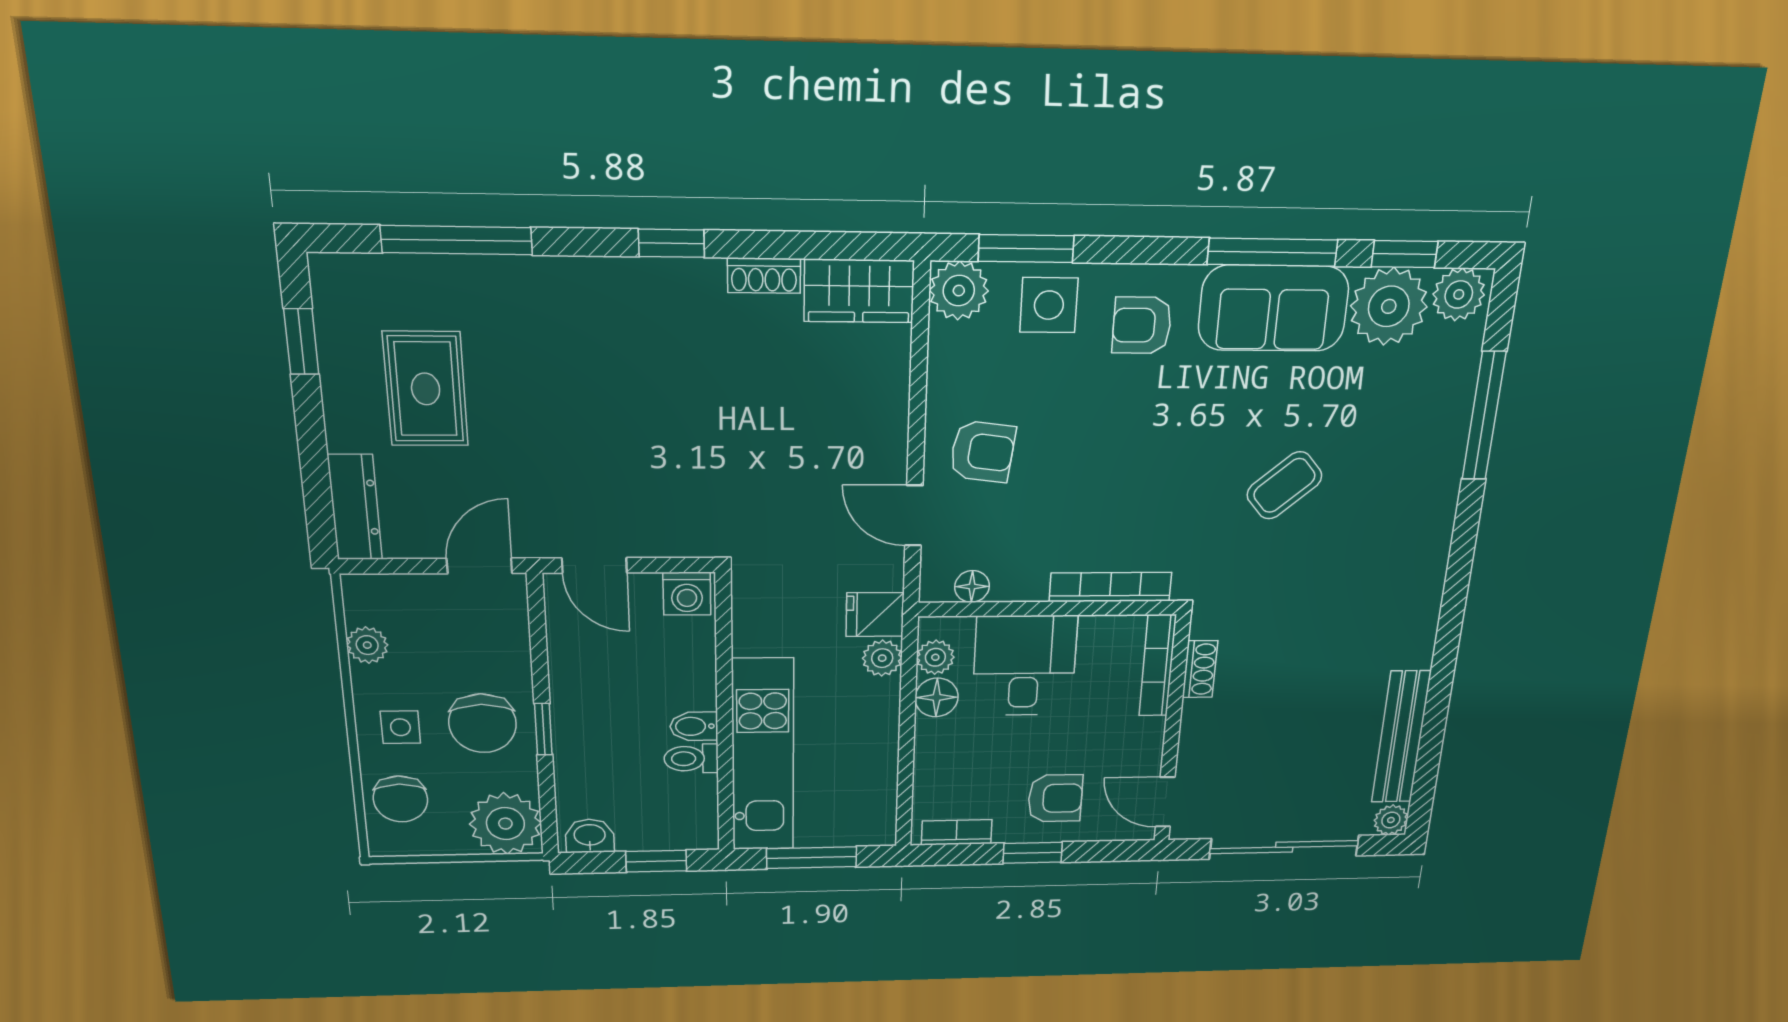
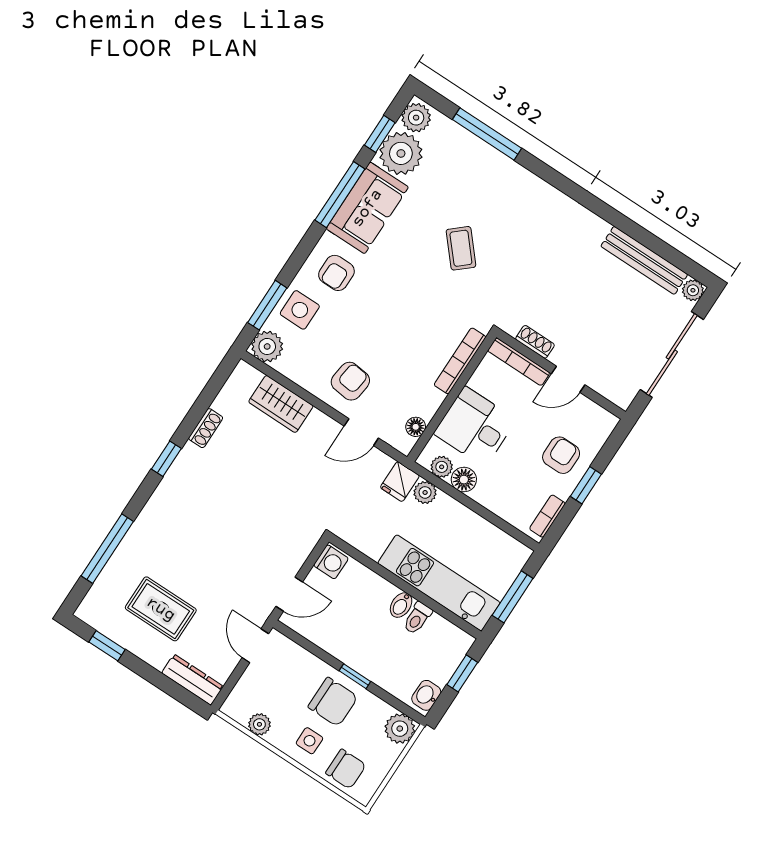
wardrobe: (859, 291) -> (281, 404), moved, turned 90
door: (1165, 802) -> (568, 379), moved
plant: (505, 824) -> (400, 729), width x0.73, depth x0.73

